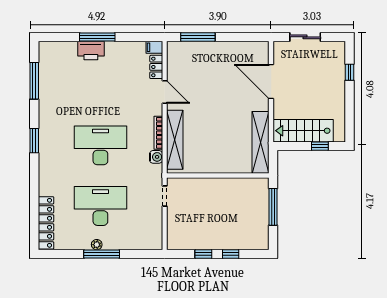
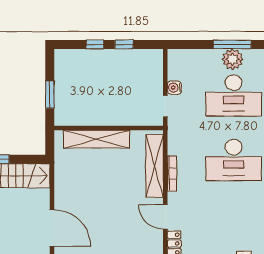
shelving: (261, 142) -> (97, 139), moved, turned 90
water cooler: (156, 157) -> (174, 88), moved
window: (273, 207) -> (50, 95), width x0.69
plant: (97, 245) -> (233, 59), width x1.88, depth x1.88

